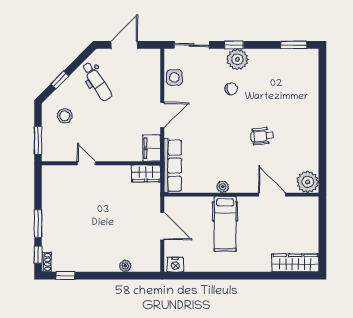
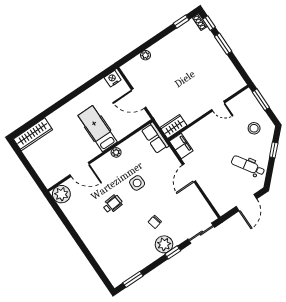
side table: (174, 77) -> (137, 183), moved
row of seats: (173, 166) -> (155, 138), width x0.68

